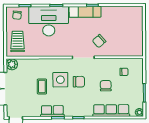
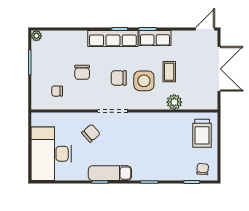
desk: (49, 21) -> (51, 154), moved, turned 90
plant: (12, 64) -> (174, 102), moved
row of seats: (111, 110) -> (113, 38), moved

